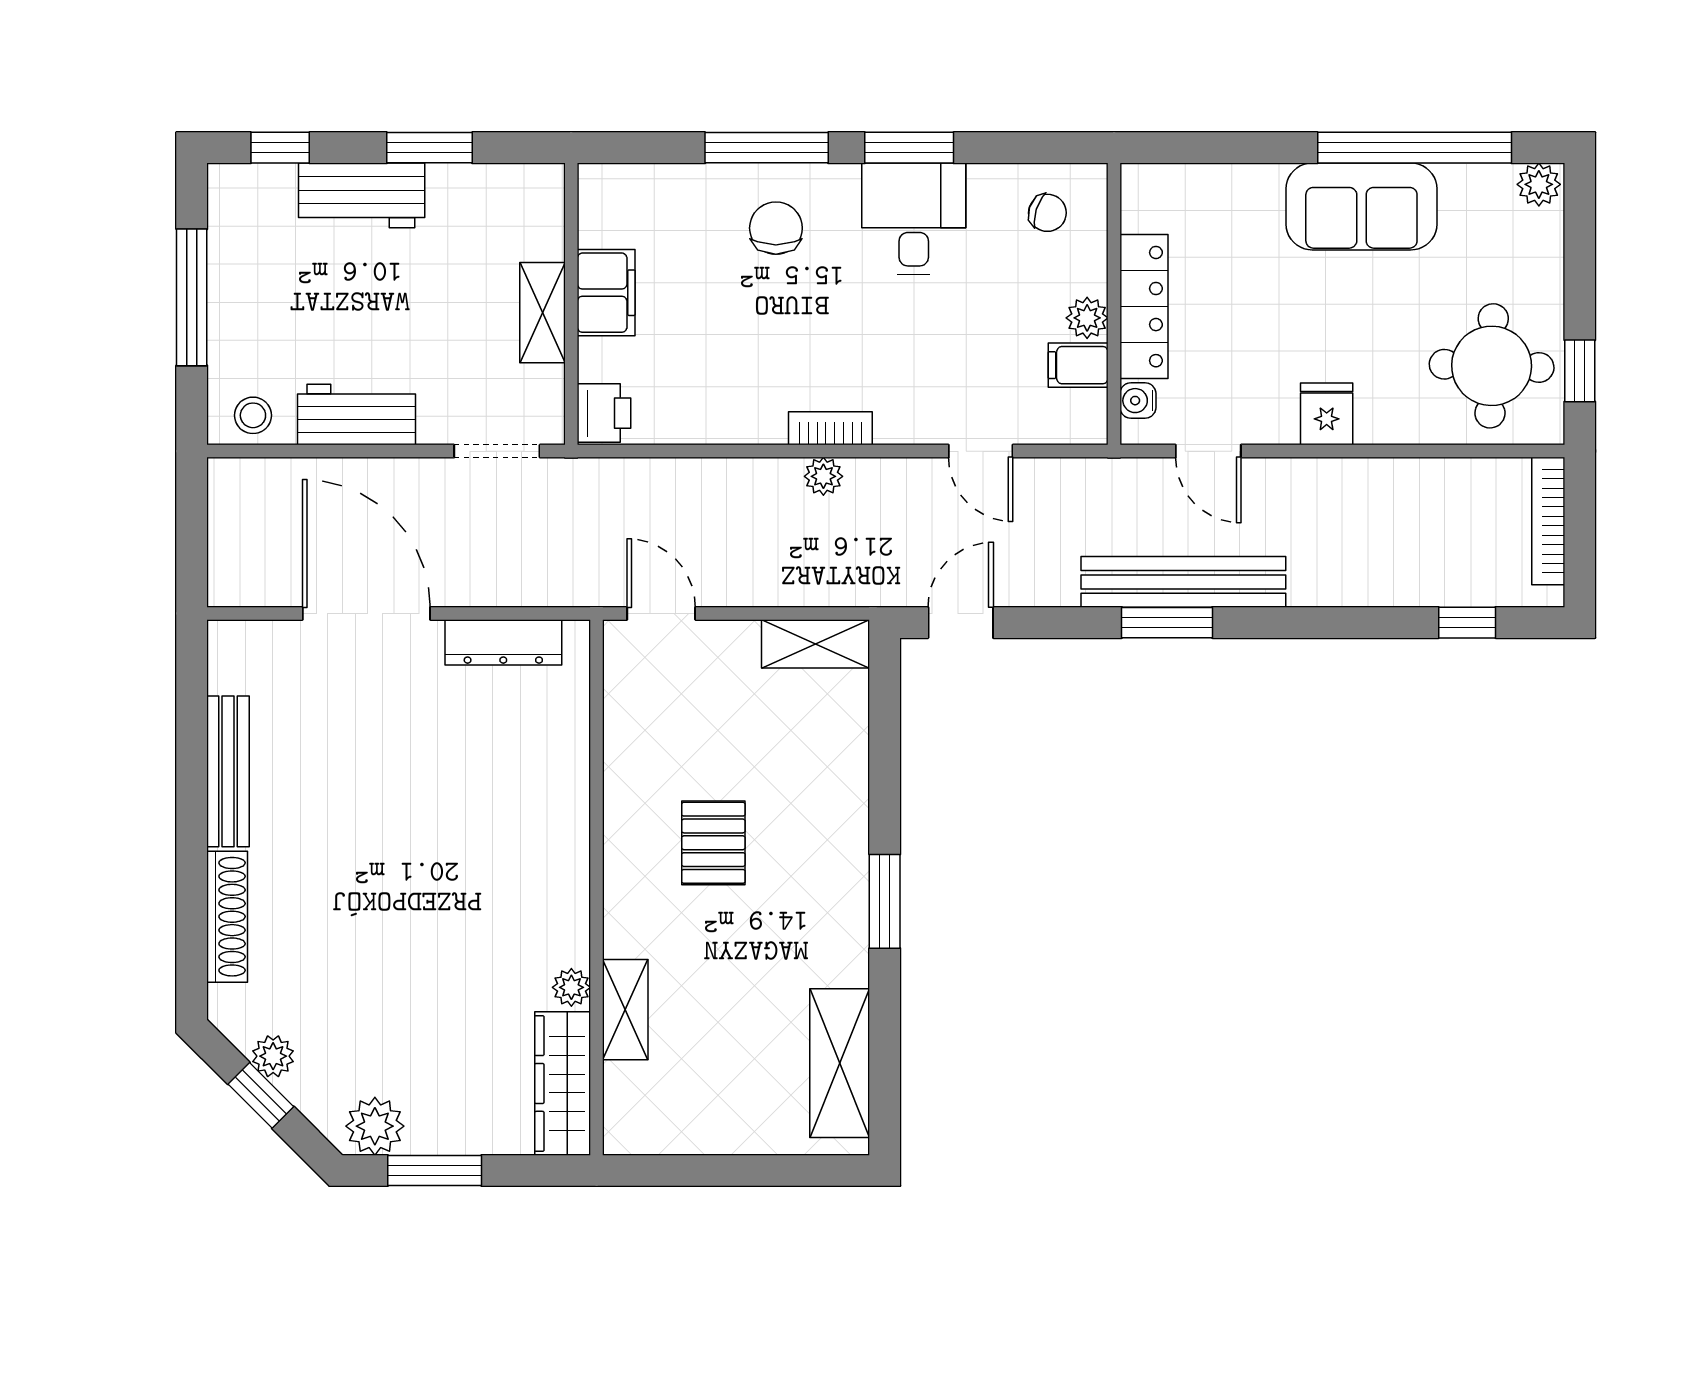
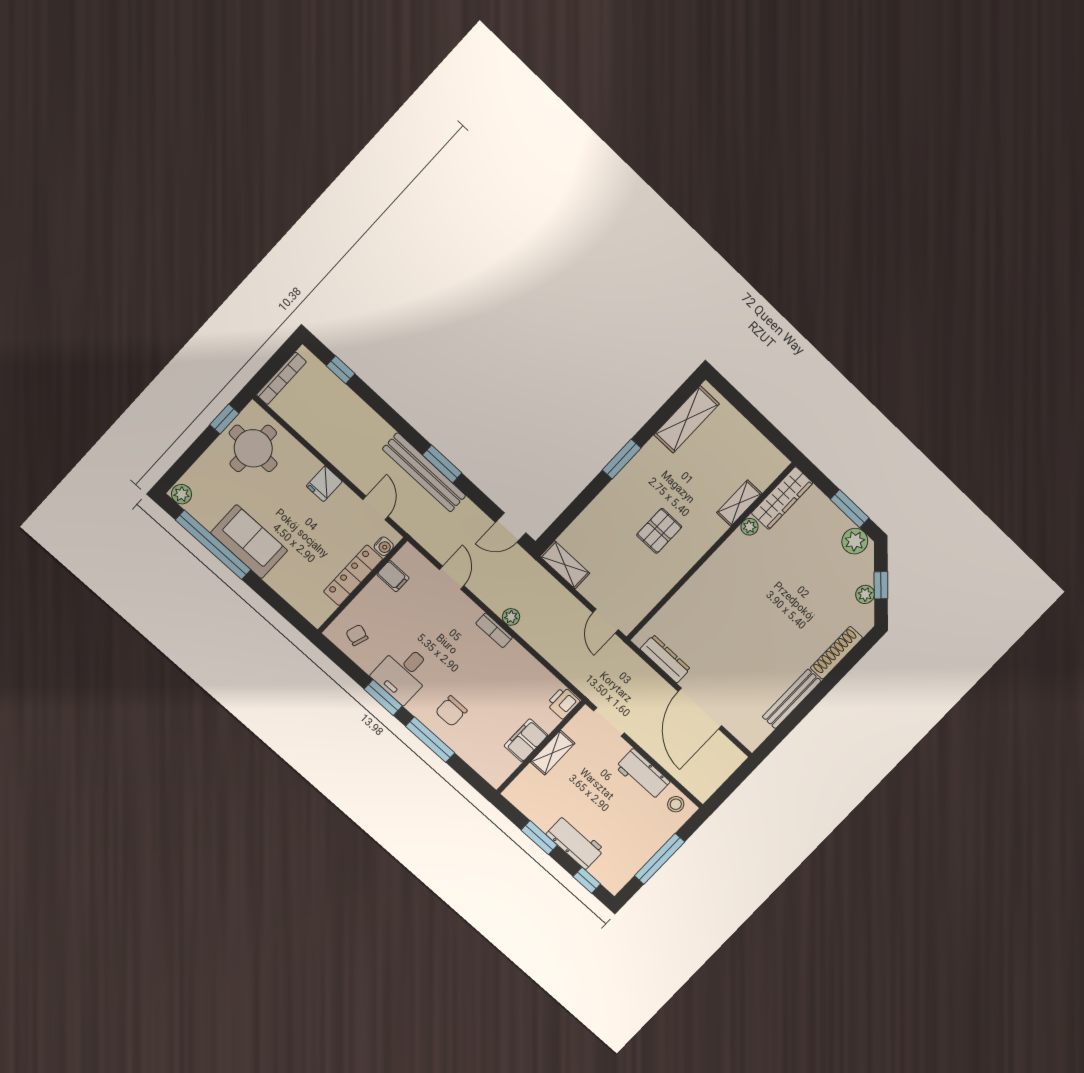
plant: (1087, 318) -> (376, 589), removed

